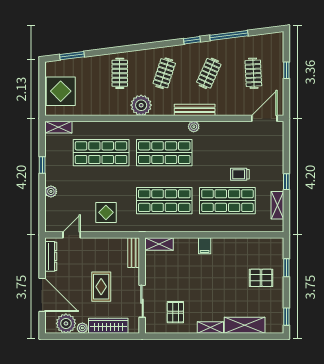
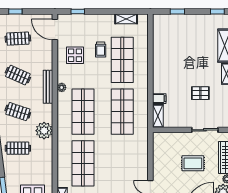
window: (286, 182) -> (78, 11), moved
display table: (106, 212) -> (75, 55), moved
filing cabinet: (205, 246) -> (159, 99), moved
bench: (134, 253) -> (165, 137), removed
pallet: (261, 278) -> (186, 32), removed
pallet: (175, 312) -> (200, 93), moved

